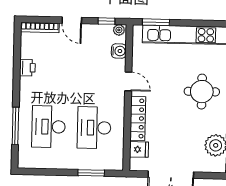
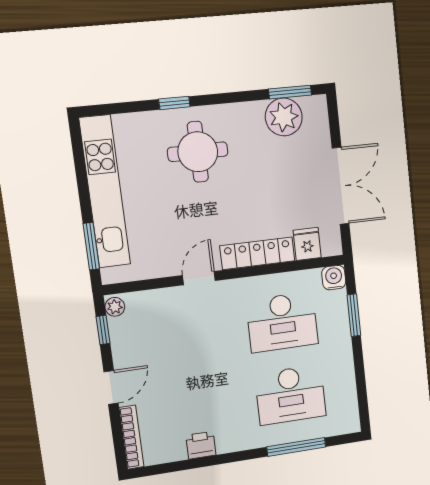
water cooler: (119, 51) -> (334, 278), moved

